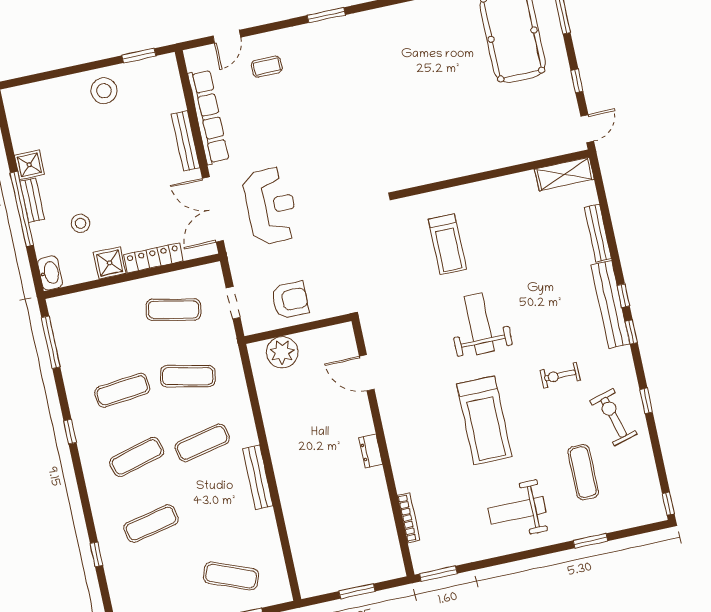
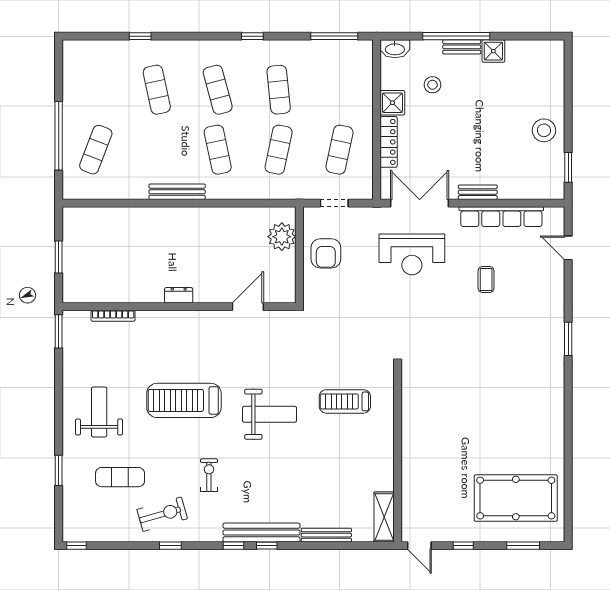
coffee table: (267, 67) -> (486, 279), moved
bench: (186, 141) -> (478, 192), width x0.73

